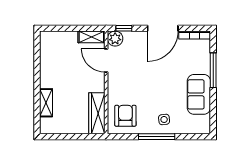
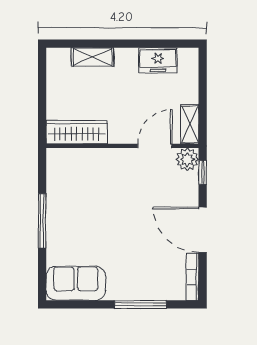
freezer: (48, 58) -> (158, 60), added
sofa: (199, 94) -> (76, 283), moved
armchair: (125, 116) -> (73, 175), removed
side table: (164, 119) -> (68, 232), removed

